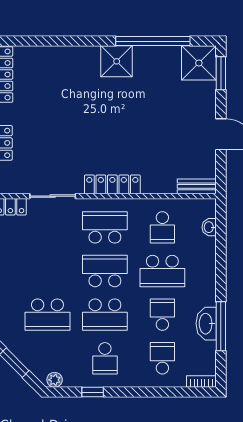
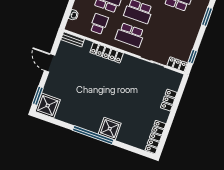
window: (153, 41) -> (93, 135), moved
shower: (117, 61) -> (110, 129), moved
locker: (112, 184) -> (107, 53), moved

